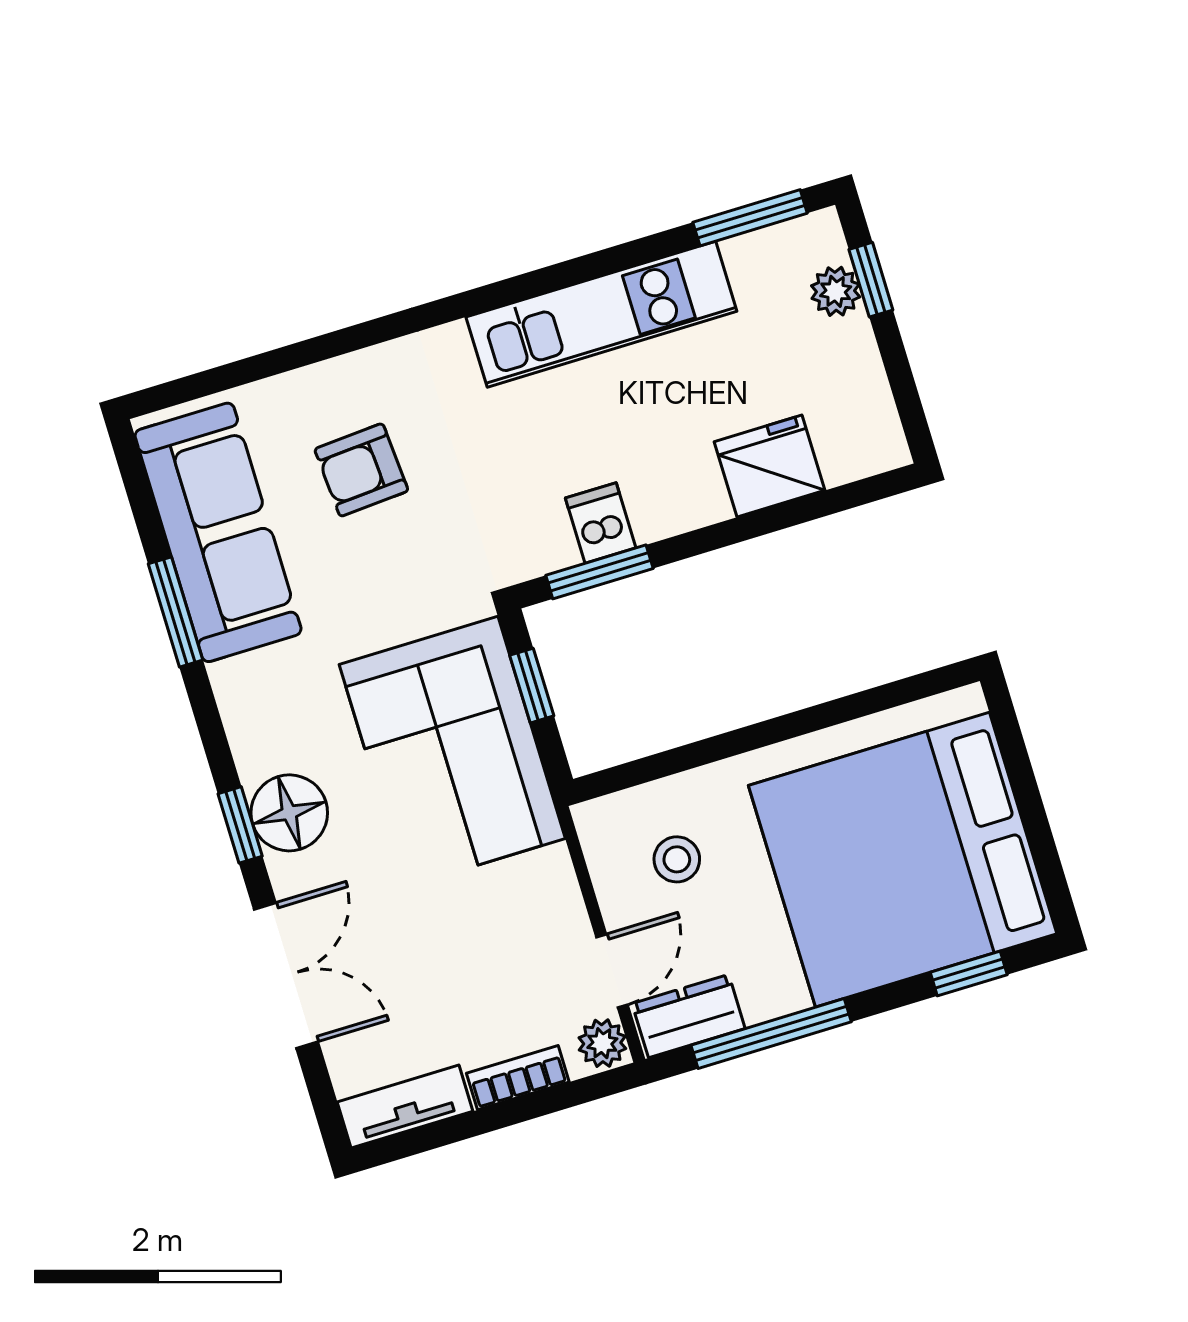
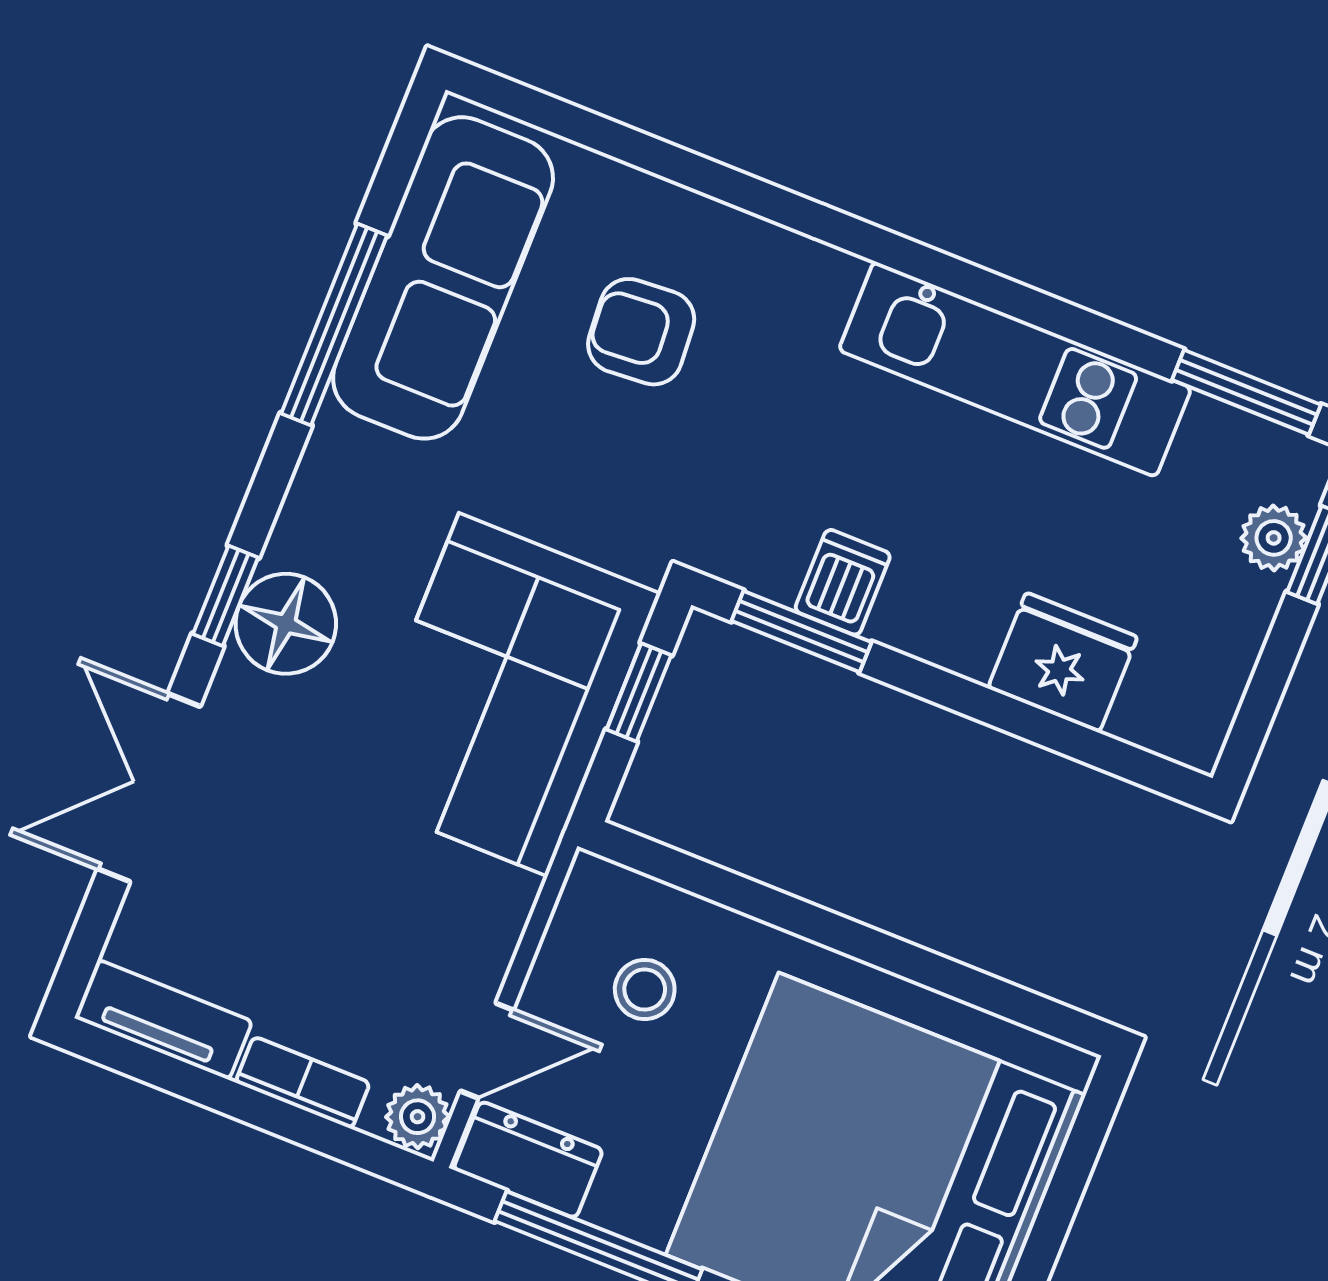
window: (175, 612) -> (334, 324), width x1.44
double door: (286, 976) -> (149, 788), swing flipped

